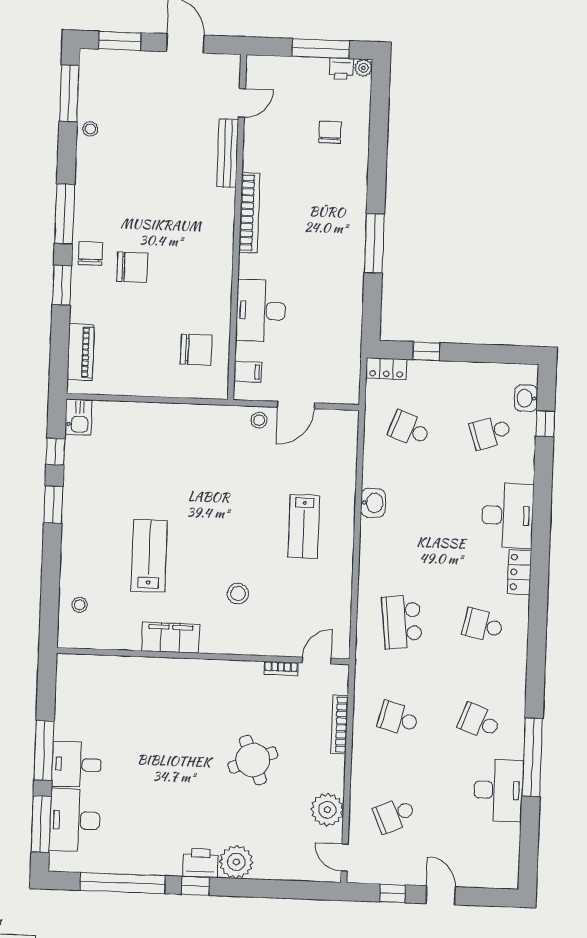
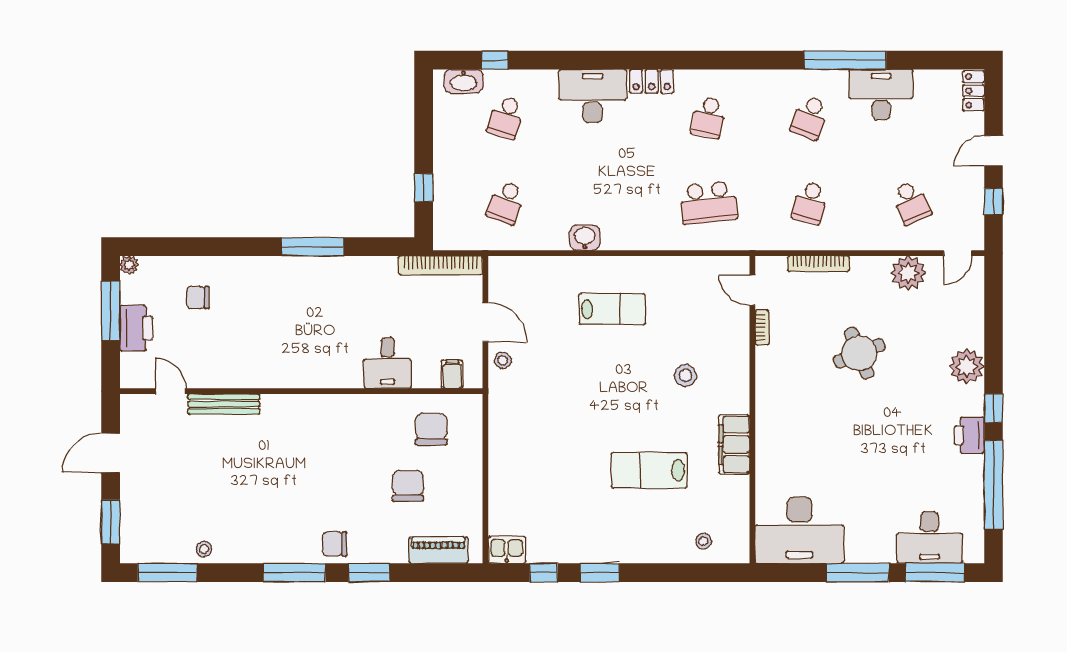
printer: (341, 69) -> (136, 328), moved, width x1.87, depth x1.48
bookcase: (249, 213) -> (440, 265), moved, turned 180
chair: (132, 267) -> (408, 486), moved
desk: (261, 311) -> (388, 363), width x0.73
locker: (386, 369) -> (974, 91), moved, turned 180
washbasin: (526, 398) -> (464, 81), width x1.38
school desk: (490, 432) -> (506, 117), turned 36
desk: (77, 764) -> (799, 530), moved, width x1.87, depth x1.30
printer: (200, 863) -> (969, 435), moved

